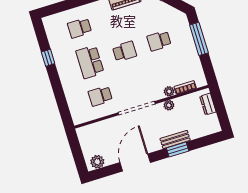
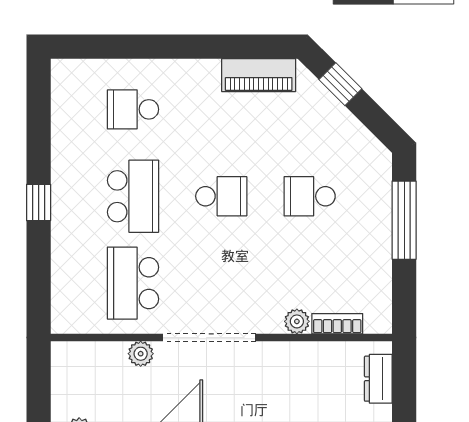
window: (48, 58) -> (39, 202), moved
school desk: (90, 62) -> (133, 196), turned 180
school desk: (100, 96) -> (133, 283), width x1.85
plant: (169, 105) -> (141, 354), moved

